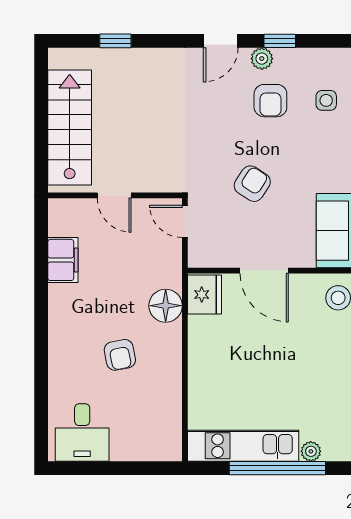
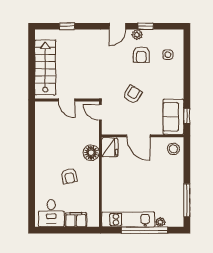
filing cabinet: (63, 260) -> (76, 220), moved, turned -90

